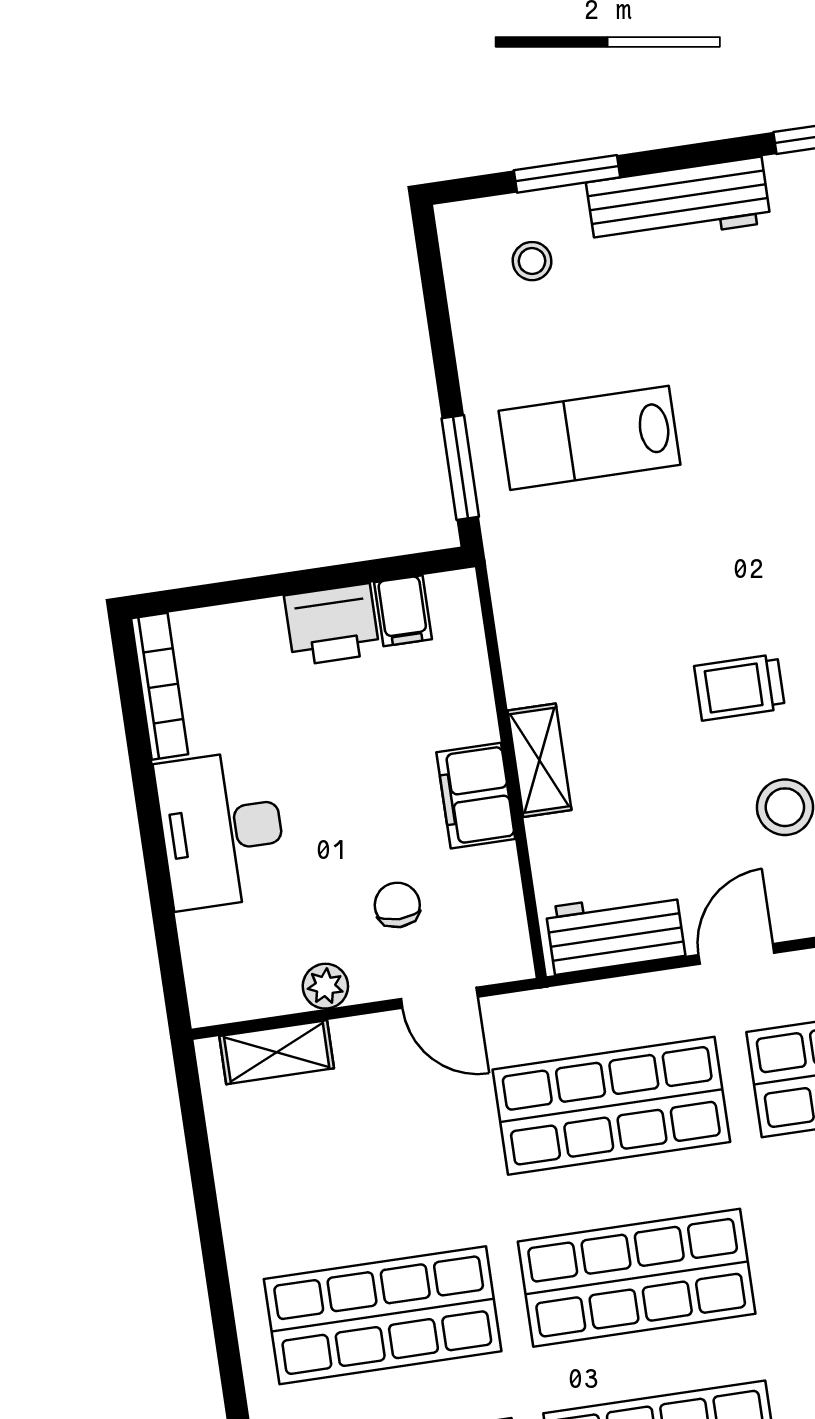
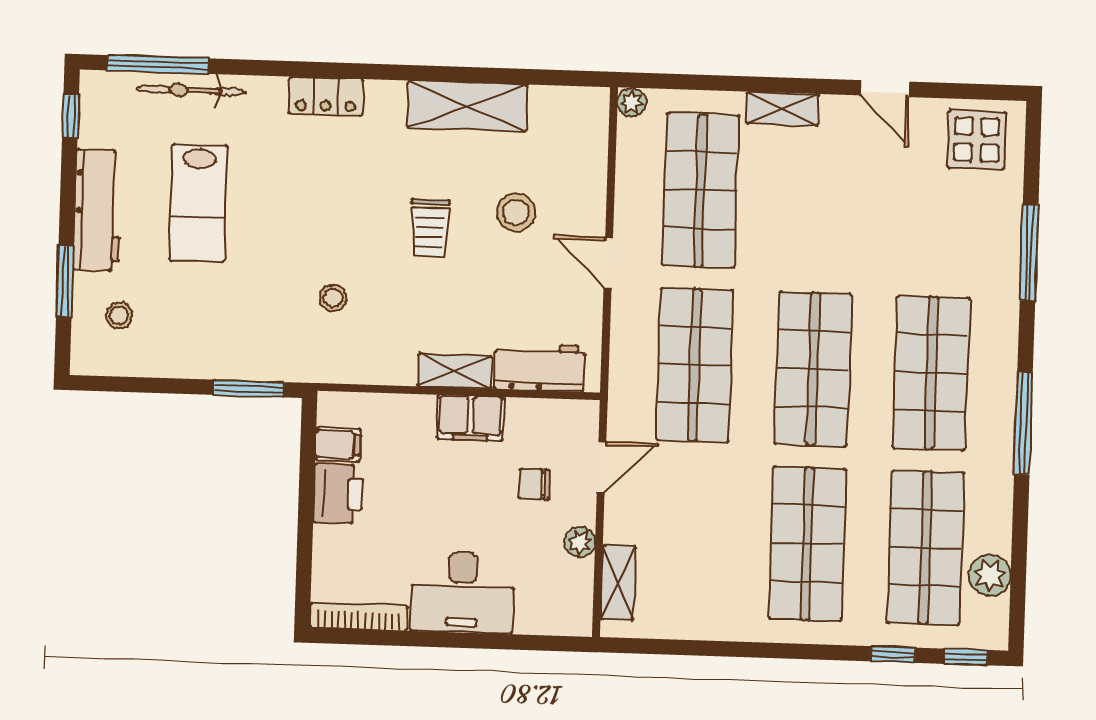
lab bench: (589, 438) -> (198, 203), moved
stool: (613, 566) -> (333, 298), added
workbench: (615, 932) -> (539, 367), moved, turned 90

